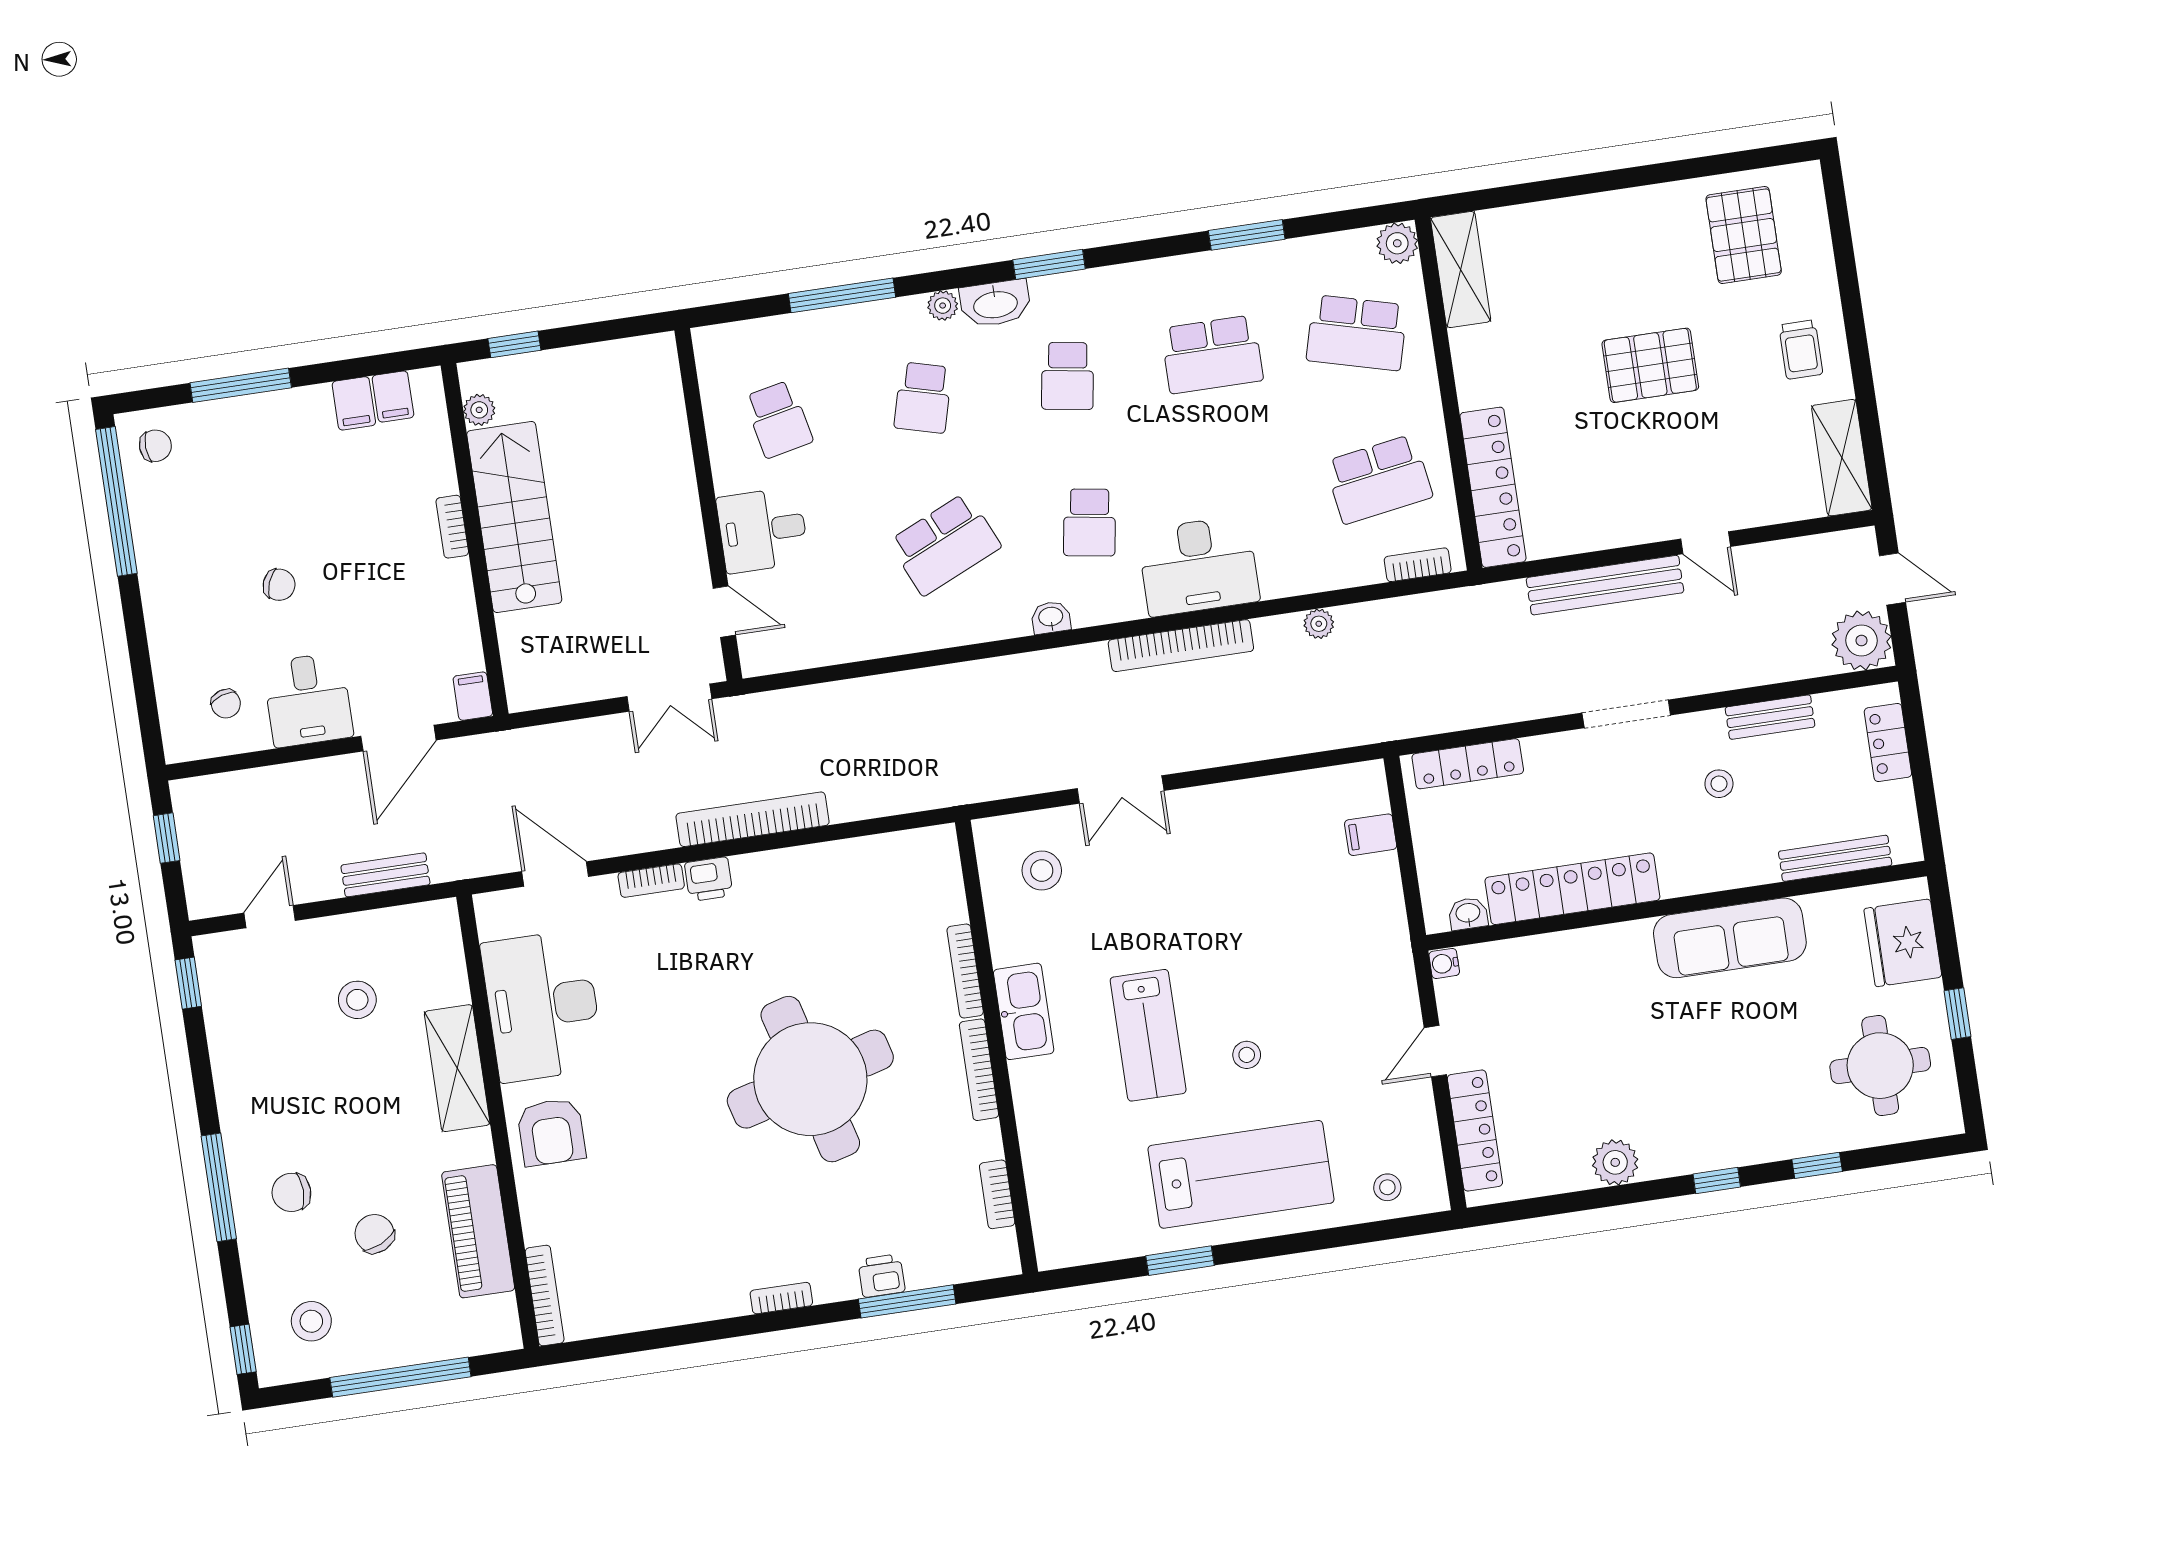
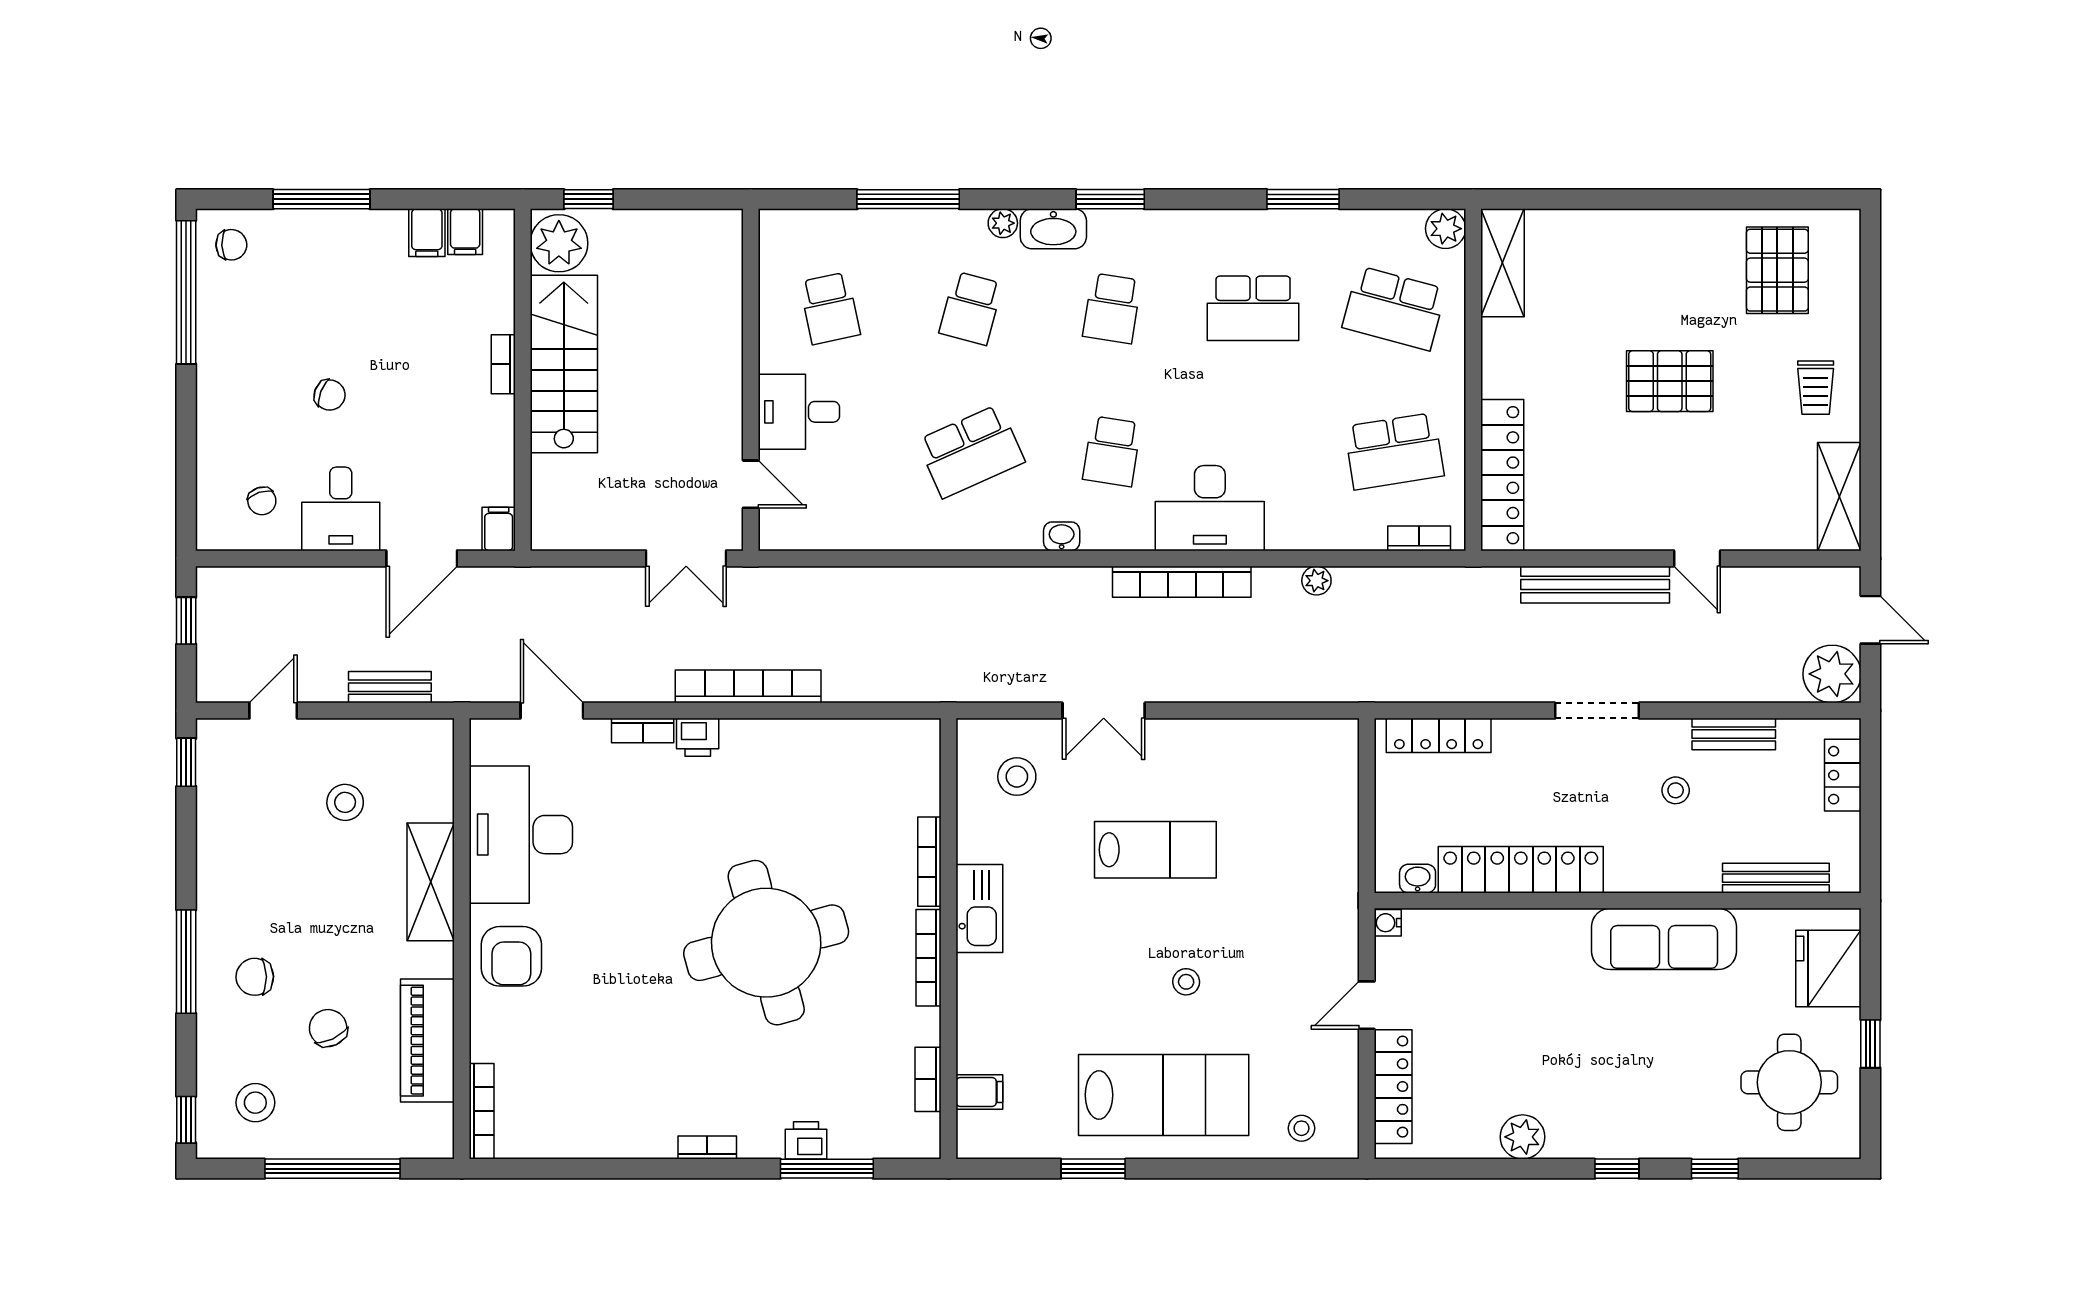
plant: (479, 410) -> (559, 243), width x1.88, depth x1.88
filing cabinet: (1371, 835) -> (979, 1092), moved, turned 180
lab bench: (1148, 1035) -> (1155, 850), moved, turned -90

